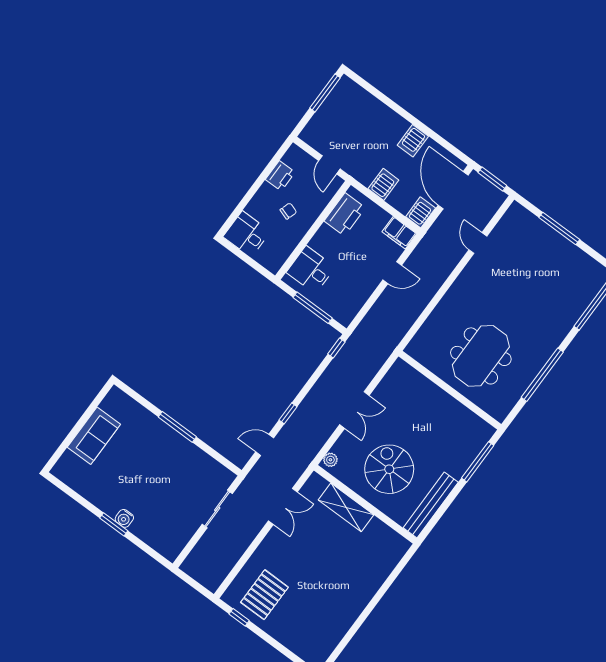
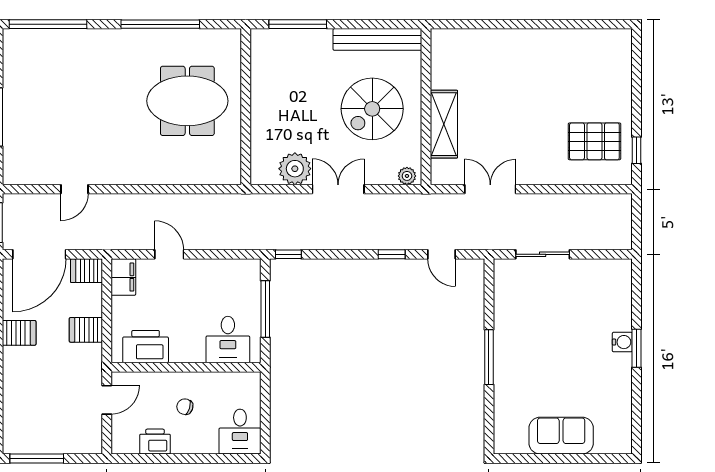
plant: (388, 392) -> (295, 169), added

